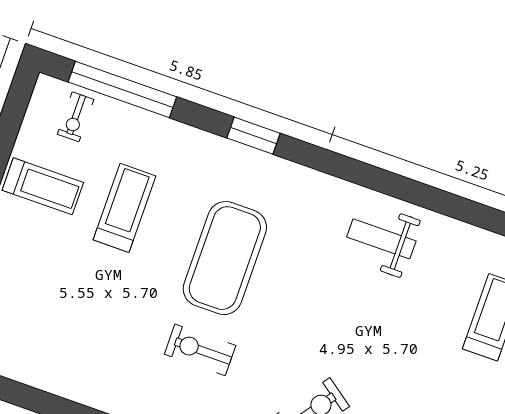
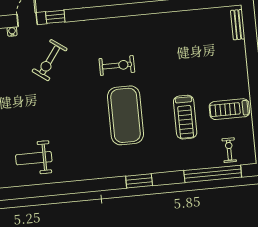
weight bench: (381, 239) -> (34, 158), moved, turned 180

